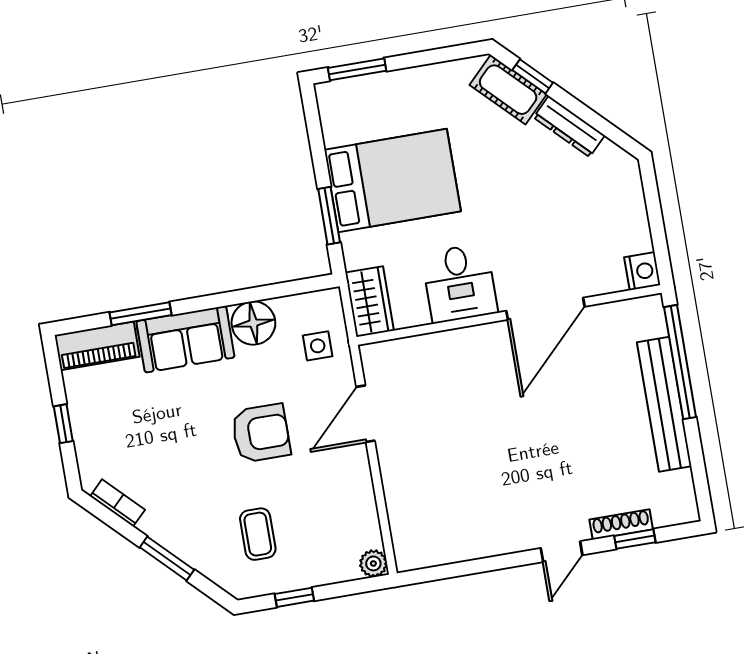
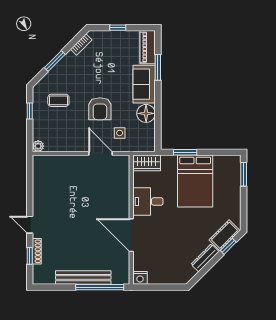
side table: (318, 346) -> (120, 133), moved

